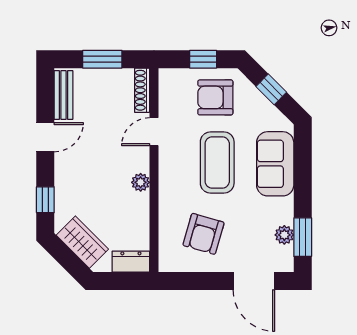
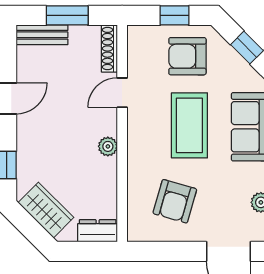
bench: (63, 95) -> (42, 35), moved, turned 90

